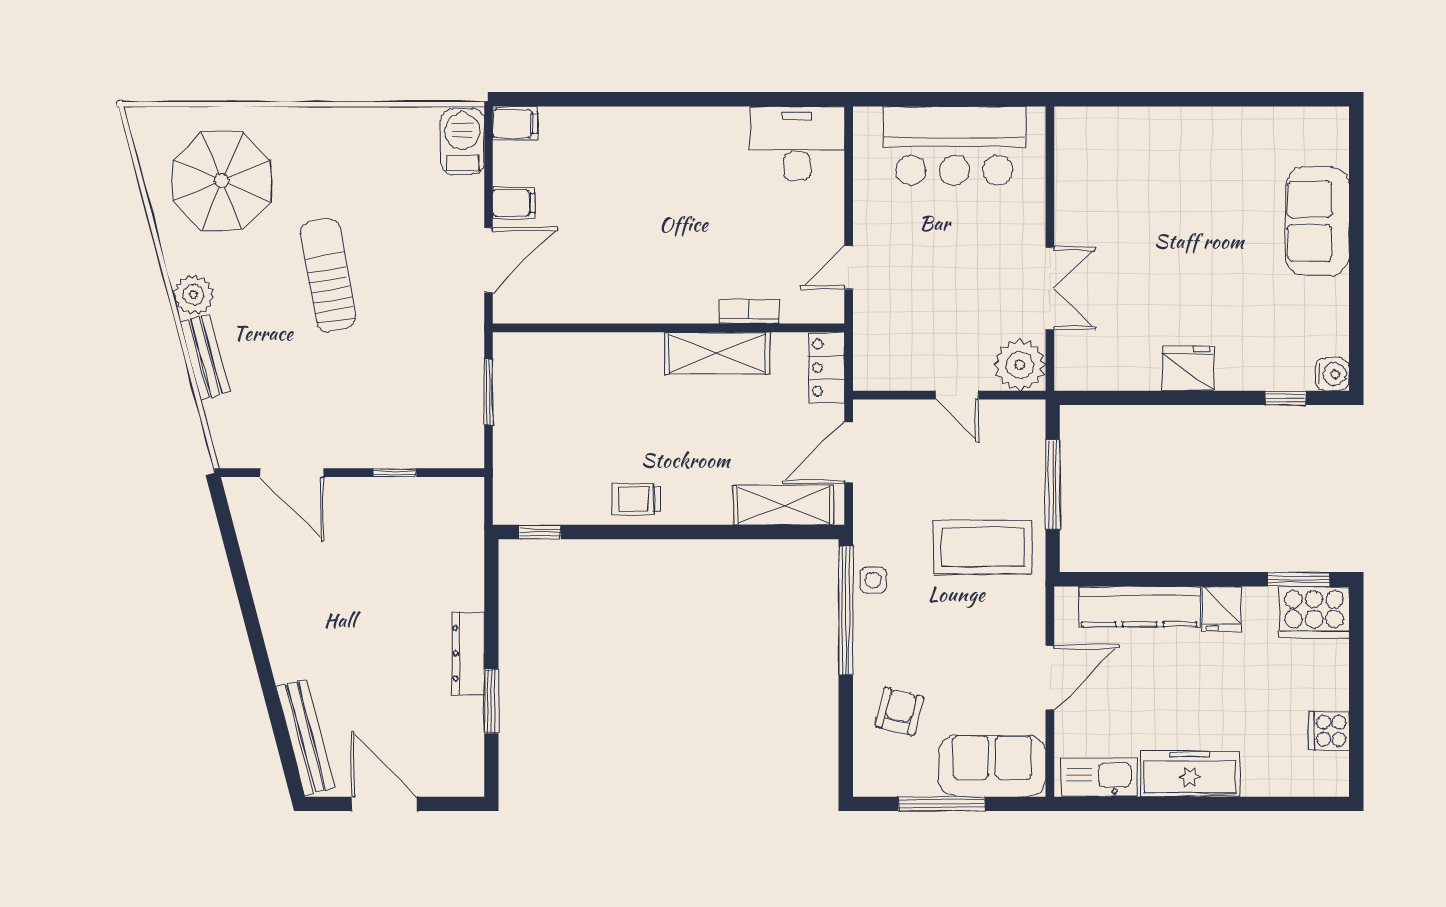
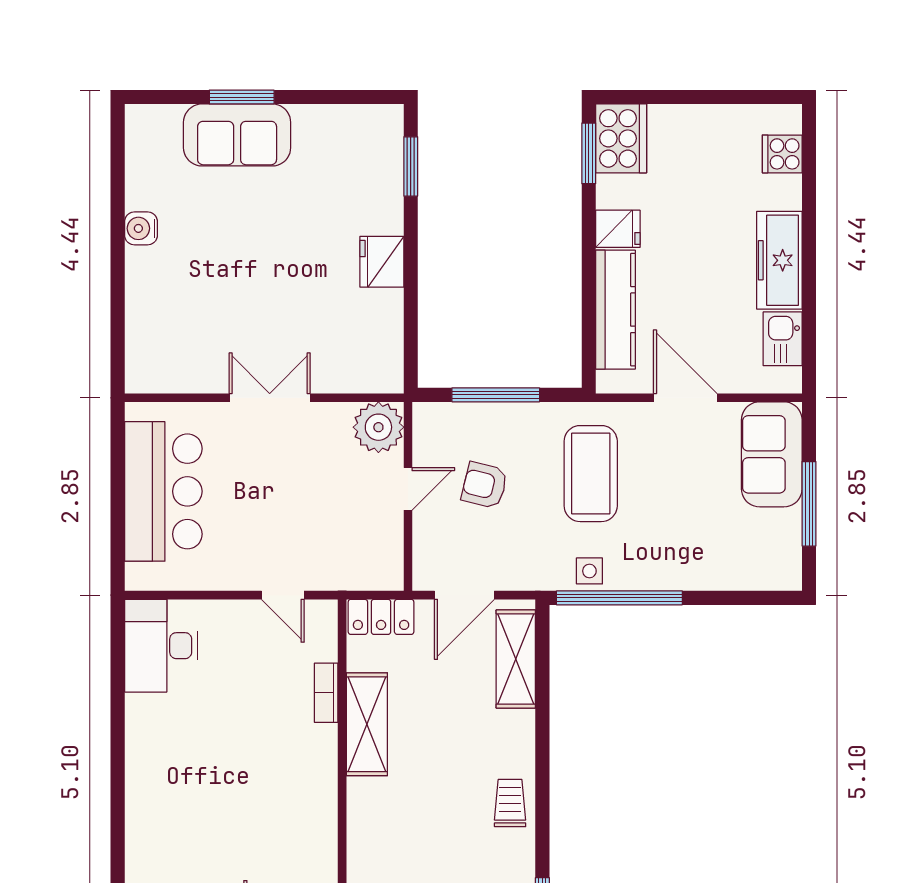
window: (1356, 226) -> (242, 97), added
double door: (1050, 288) -> (270, 398), moved
water cooler: (1332, 374) -> (141, 228), moved, turned -90
window: (1285, 398) -> (411, 166), width x1.50
door: (849, 453) -> (464, 595), hinge flipped
trolley: (637, 499) -> (510, 803), turned 180
coffee table: (983, 547) -> (591, 474), moved
armchair: (899, 711) -> (485, 485), moved
cooker: (1329, 731) -> (782, 154), moved, turned 90
kitchen sink: (1099, 777) -> (783, 339), width x0.73

